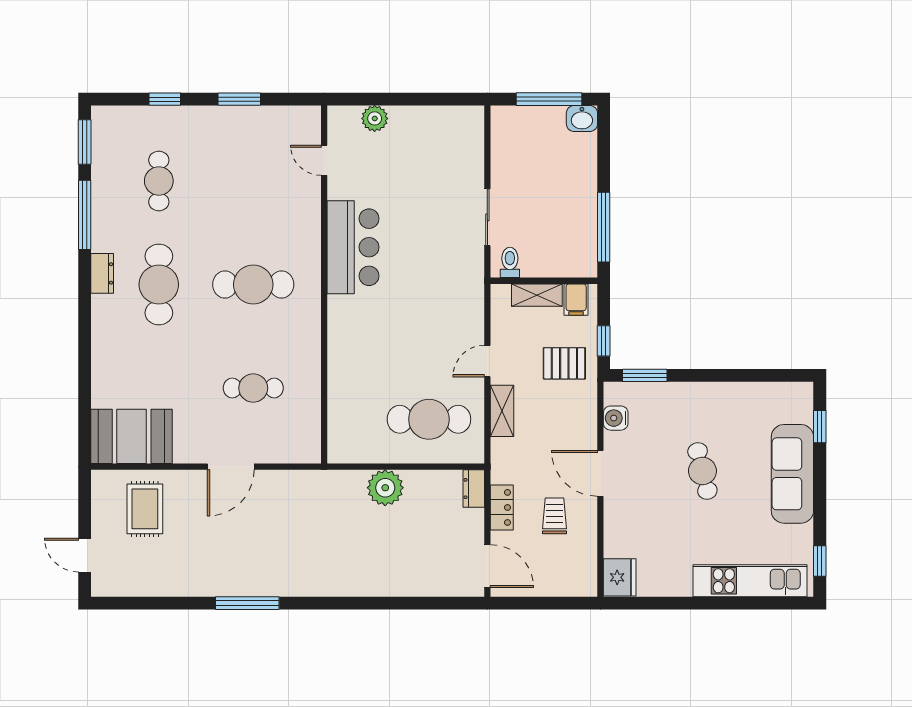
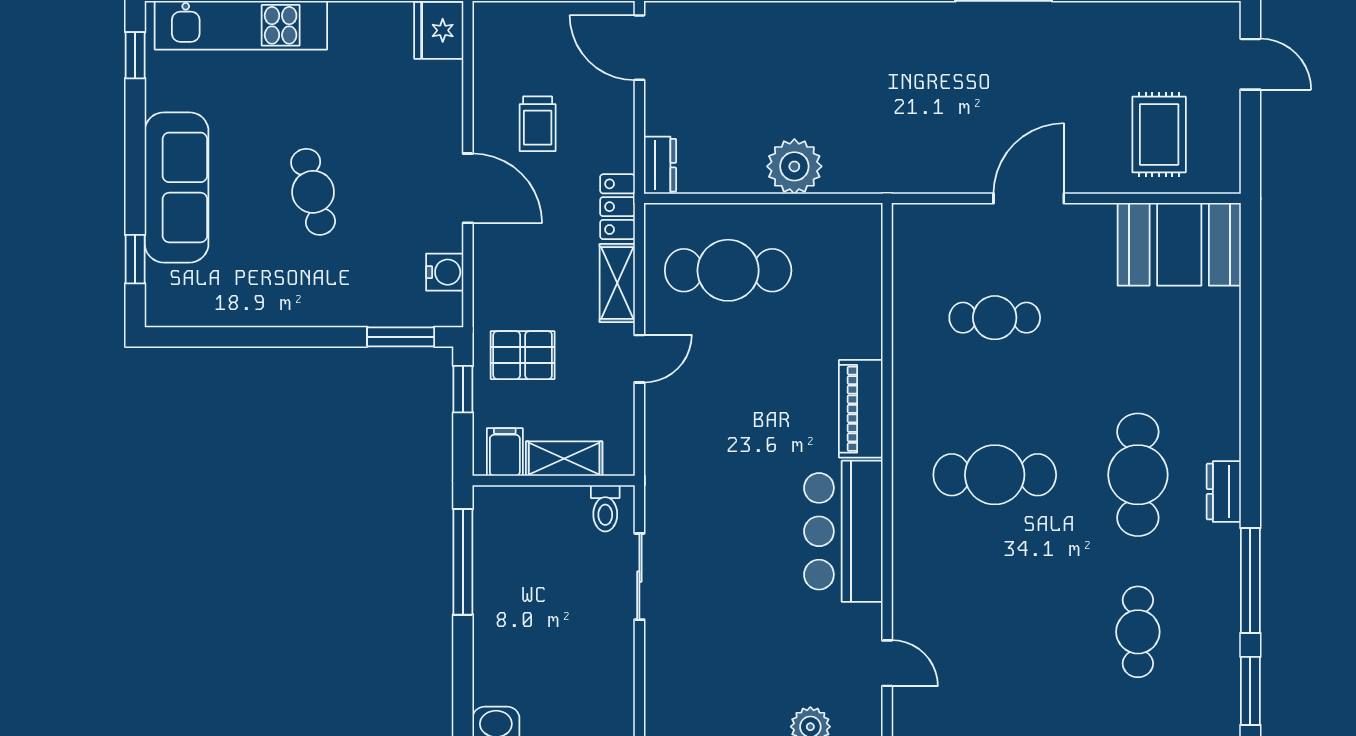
piano: (341, 328) -> (861, 409), added
locker: (502, 507) -> (618, 207), moved

